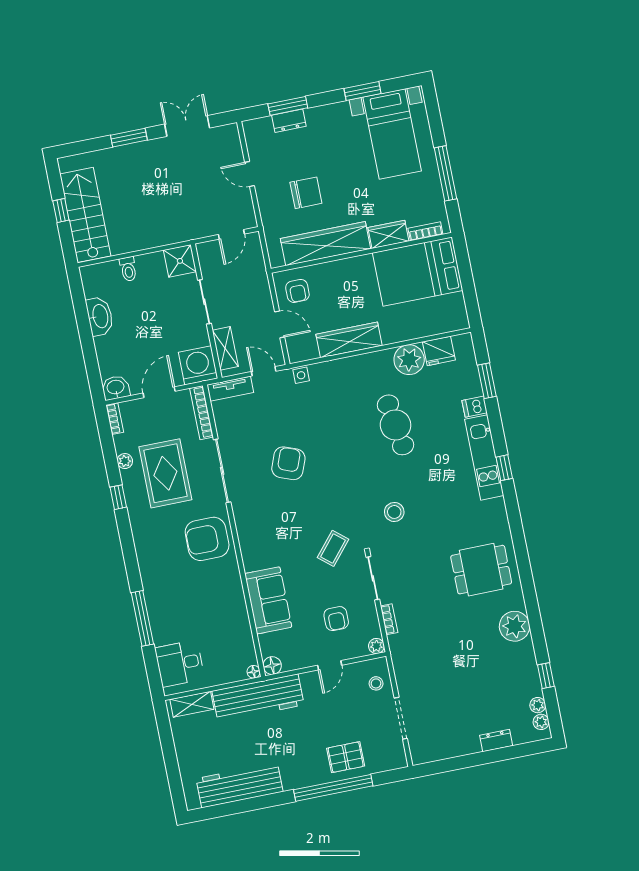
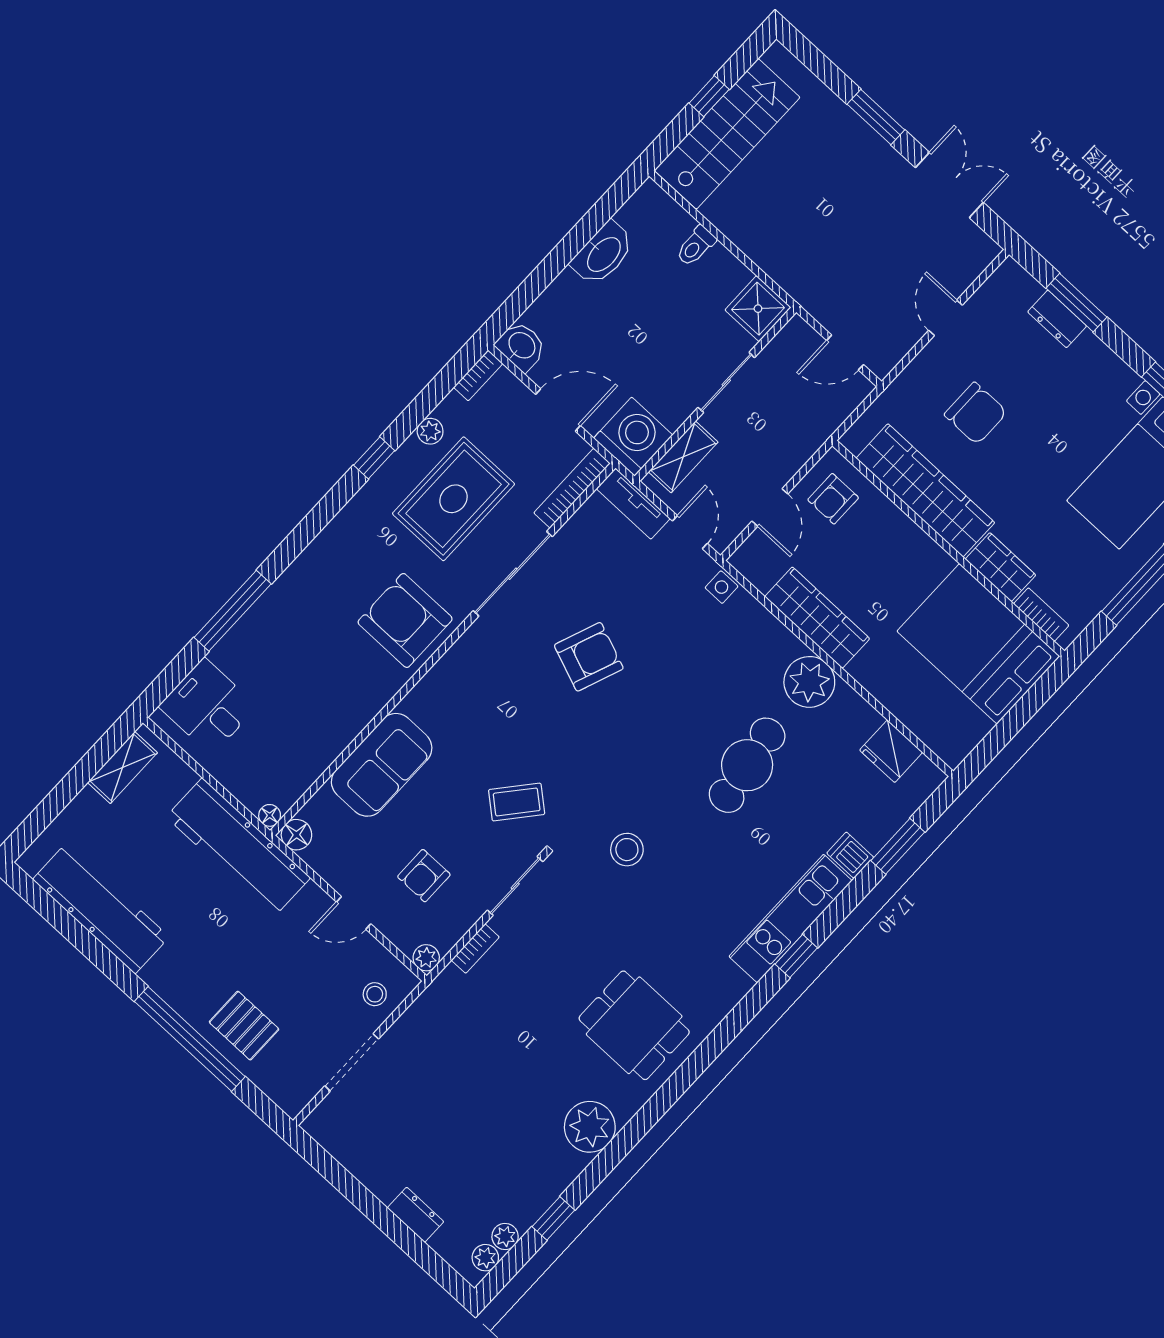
plant: (409, 360) -> (809, 682), moved
shelving: (192, 704) -> (122, 767), moved, turned 90

